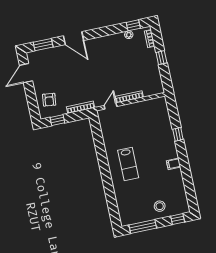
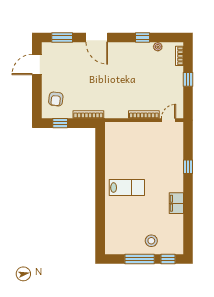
window: (133, 25) -> (143, 38), moved
door: (110, 106) -> (169, 120), moved
lab bench: (128, 164) -> (127, 188), turned -90
filing cabinet: (173, 164) -> (176, 203), width x2.00
window: (143, 227) -> (140, 259), moved

